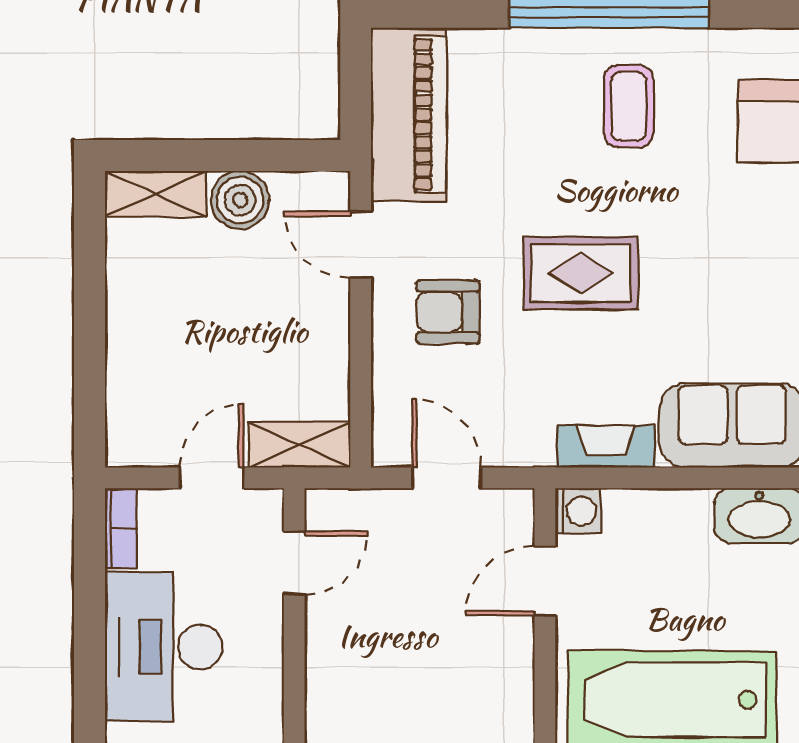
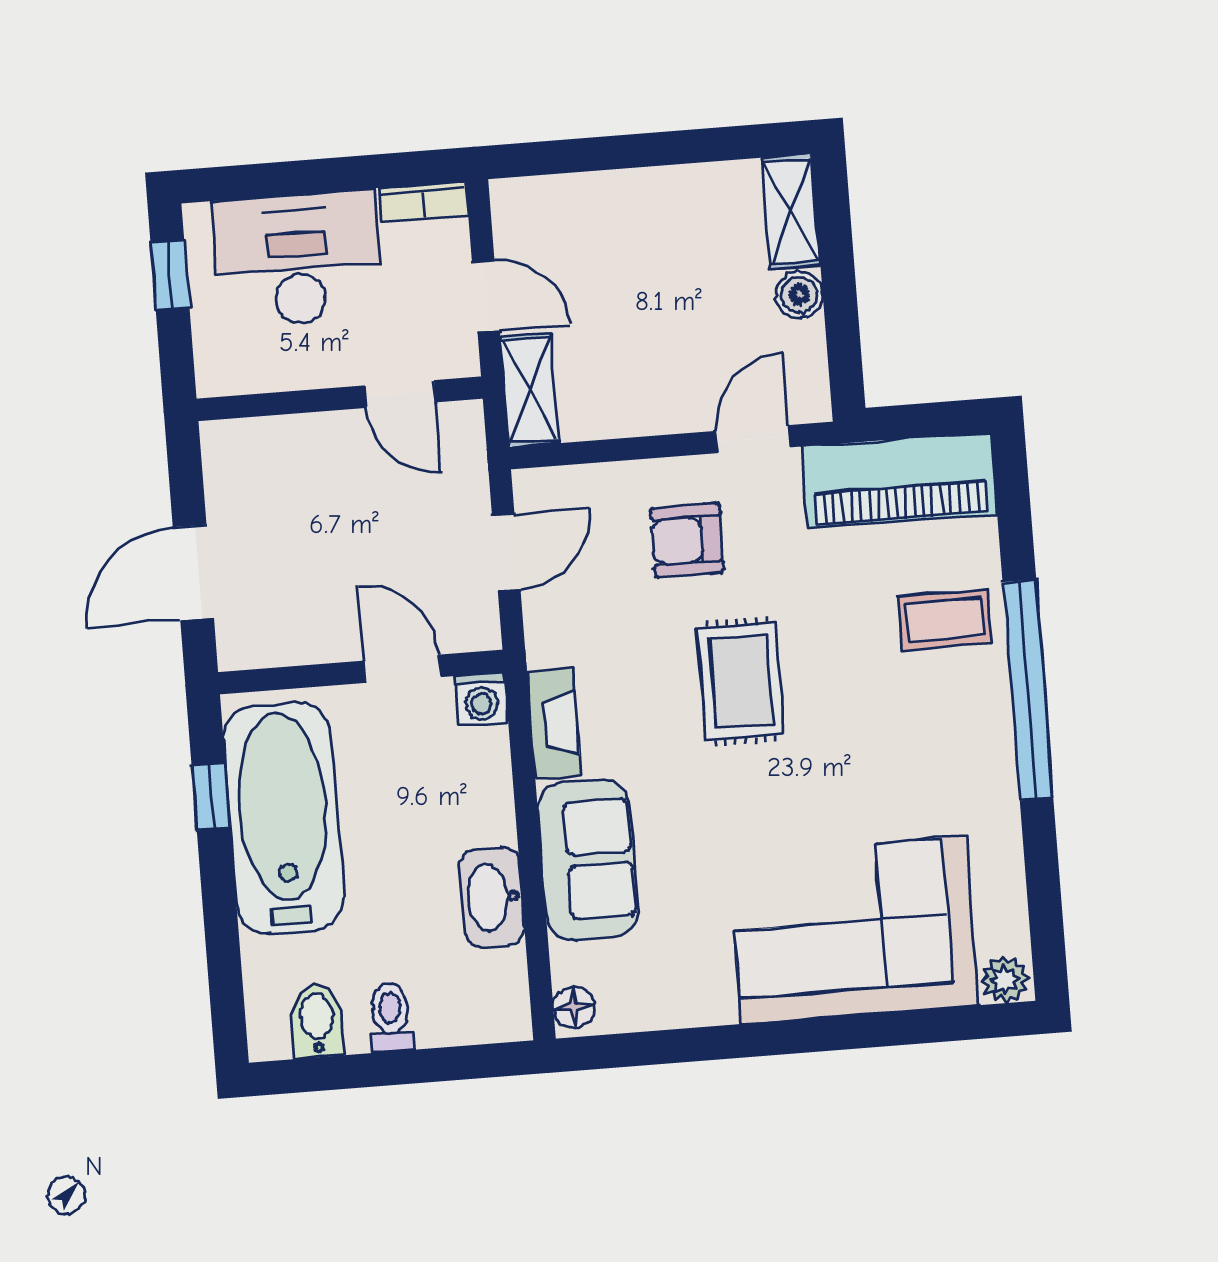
coffee table: (629, 106) -> (944, 620), moved
boiler: (240, 200) -> (799, 295), width x0.73, depth x0.73
armchair: (448, 312) -> (687, 540), turned -90

